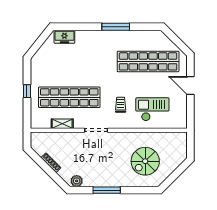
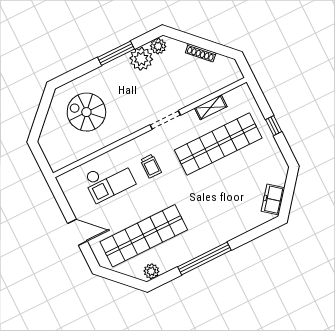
window: (116, 27) -> (204, 258), width x1.46
plant: (155, 36) -> (151, 271), added
freezer: (64, 37) -> (273, 200), moved, turned -51
spiral stairs: (145, 161) -> (86, 112), turned -90
plant: (92, 178) -> (141, 59), added

